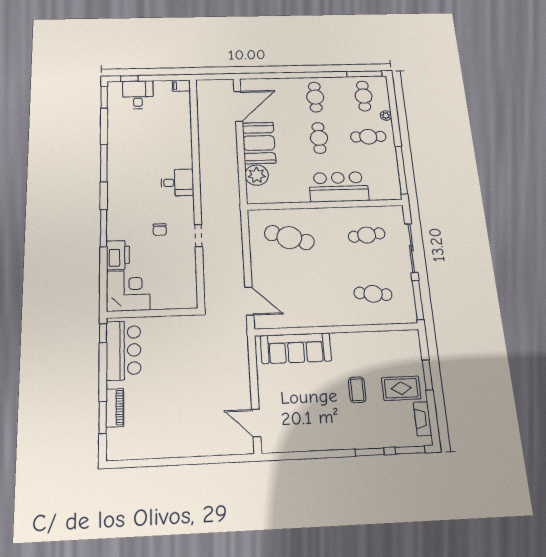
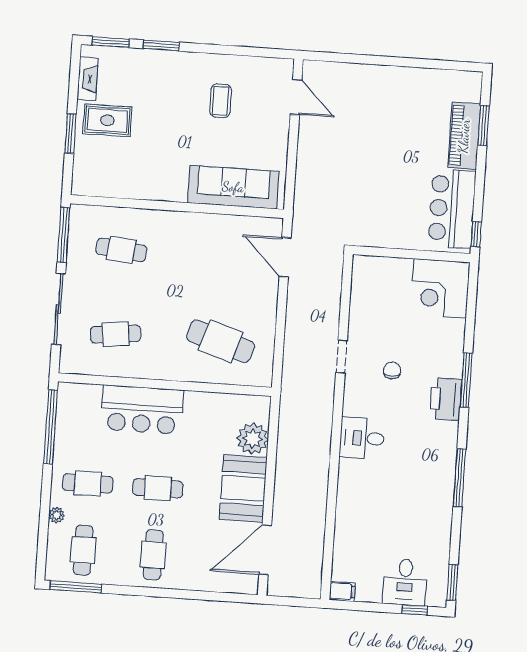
cafe table: (319, 138) -> (158, 488), turned 90
printer: (118, 255) -> (446, 399), moved
coffee table: (357, 390) -> (220, 101), moved
piano: (115, 408) -> (464, 136), width x1.37, depth x1.33

